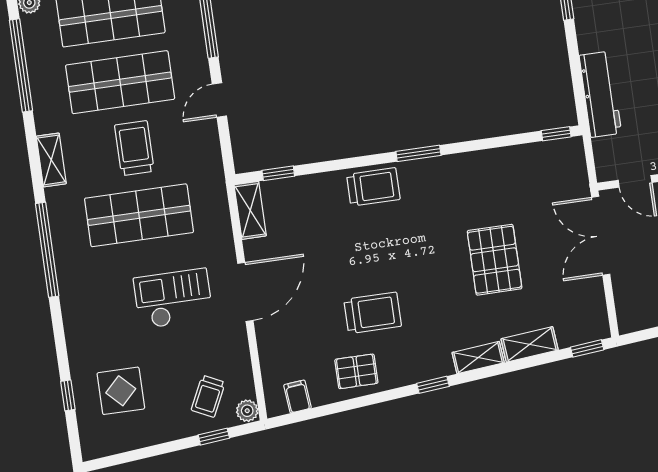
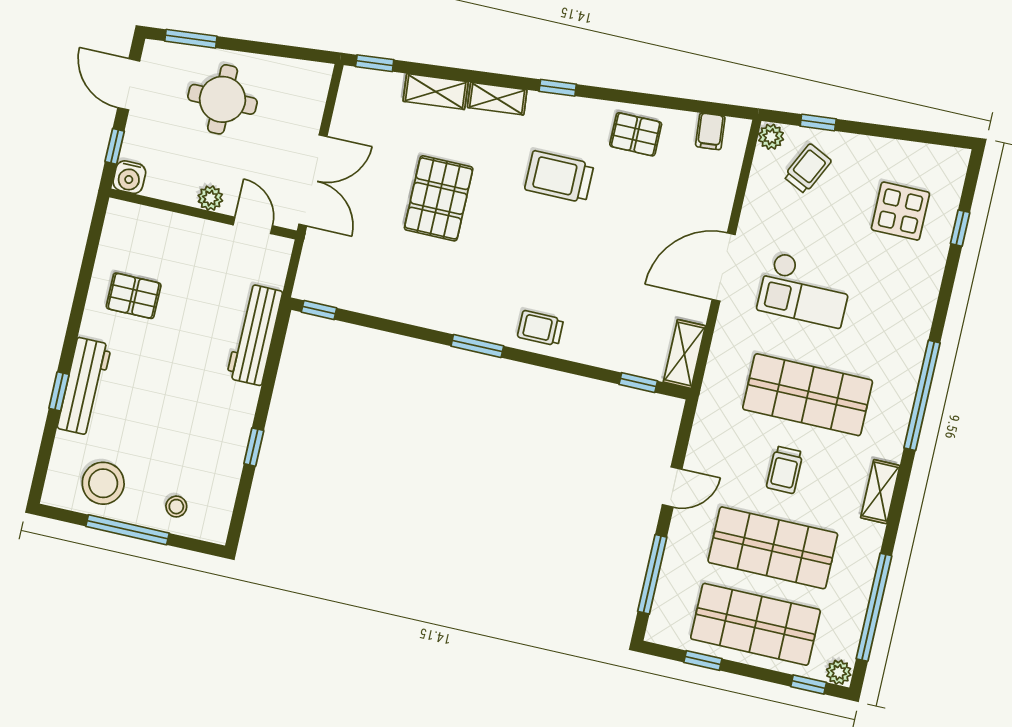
trolley: (134, 148) -> (785, 470), width x0.73, depth x0.72
trolley: (373, 187) -> (540, 328), width x0.73, depth x0.72
trolley: (373, 313) -> (559, 177), moved

